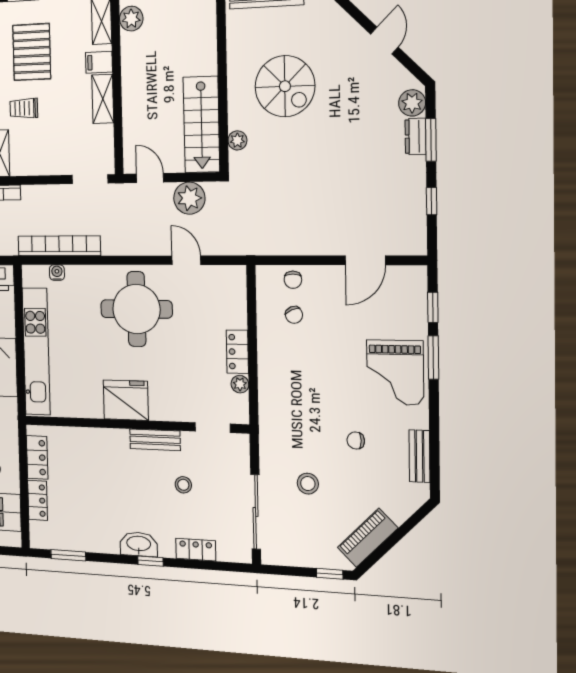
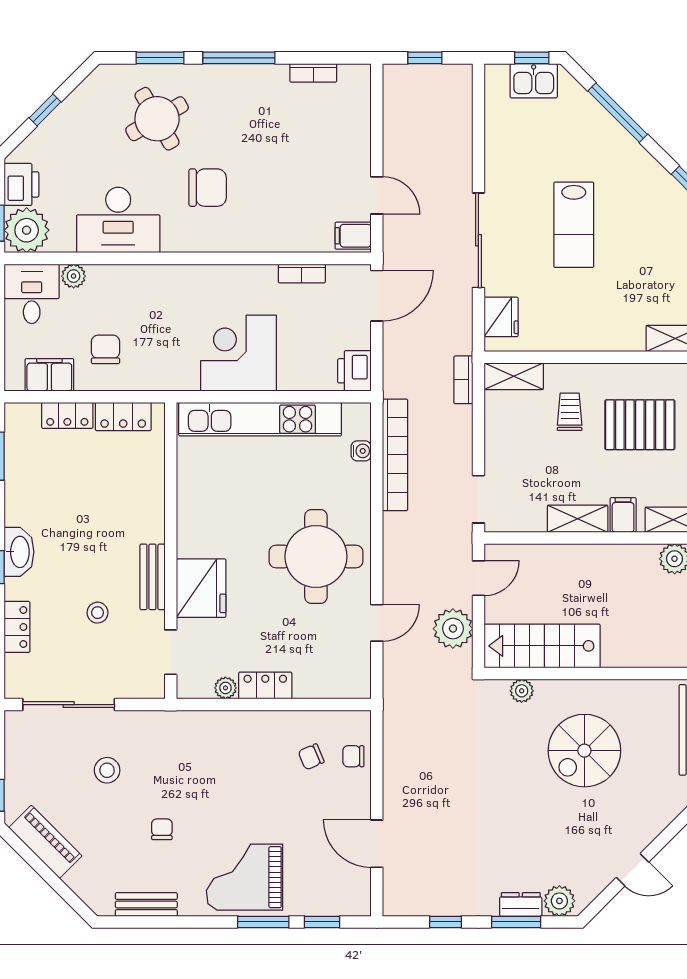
fridge: (126, 400) -> (201, 588), moved

